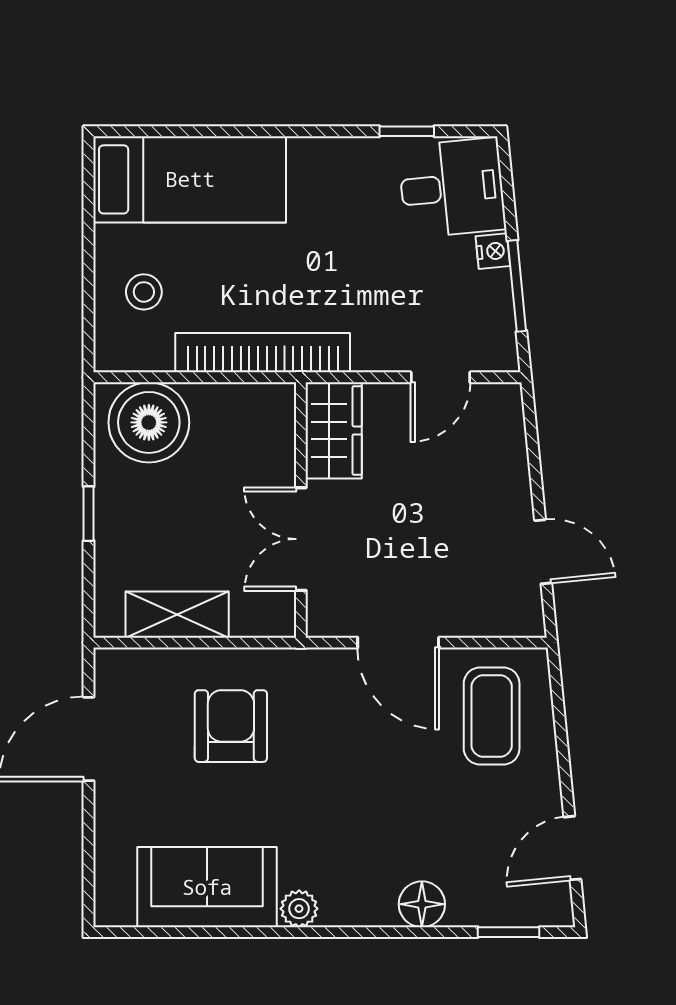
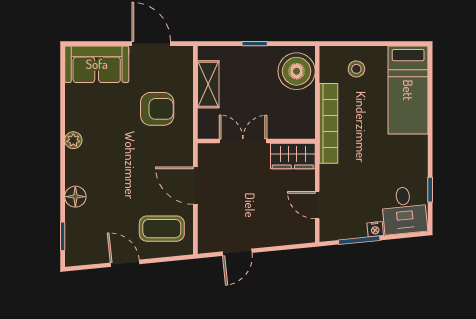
door: (398, 643) -> (195, 186), hinge flipped
door: (572, 848) -> (125, 263), moved
sofa: (207, 887) -> (97, 64), moved, turned 90

